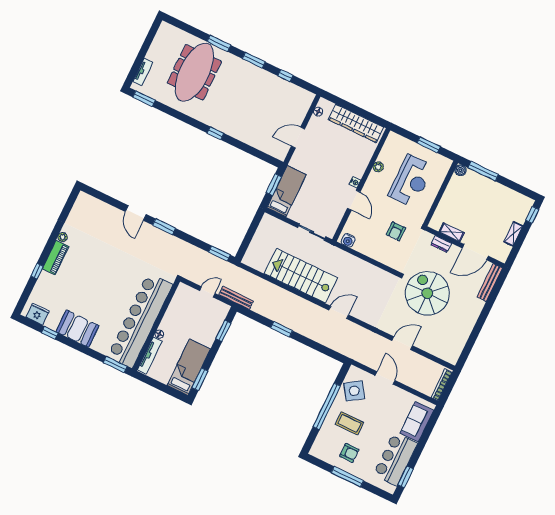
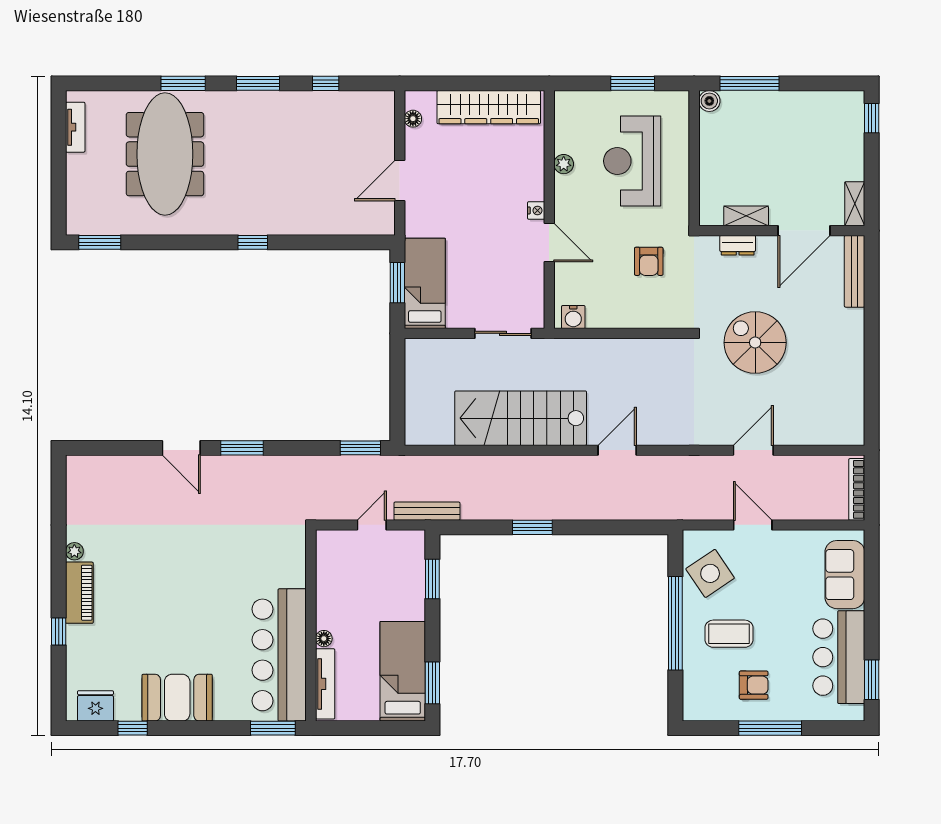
tv unit: (143, 72) -> (75, 127), moved
reception desk: (411, 181) -> (632, 161), turned 180
shelving: (513, 234) -> (855, 204), moved
spiral stairs: (427, 293) -> (755, 343), width x0.73, depth x0.73
bar counter: (140, 321) -> (279, 655), width x0.73

